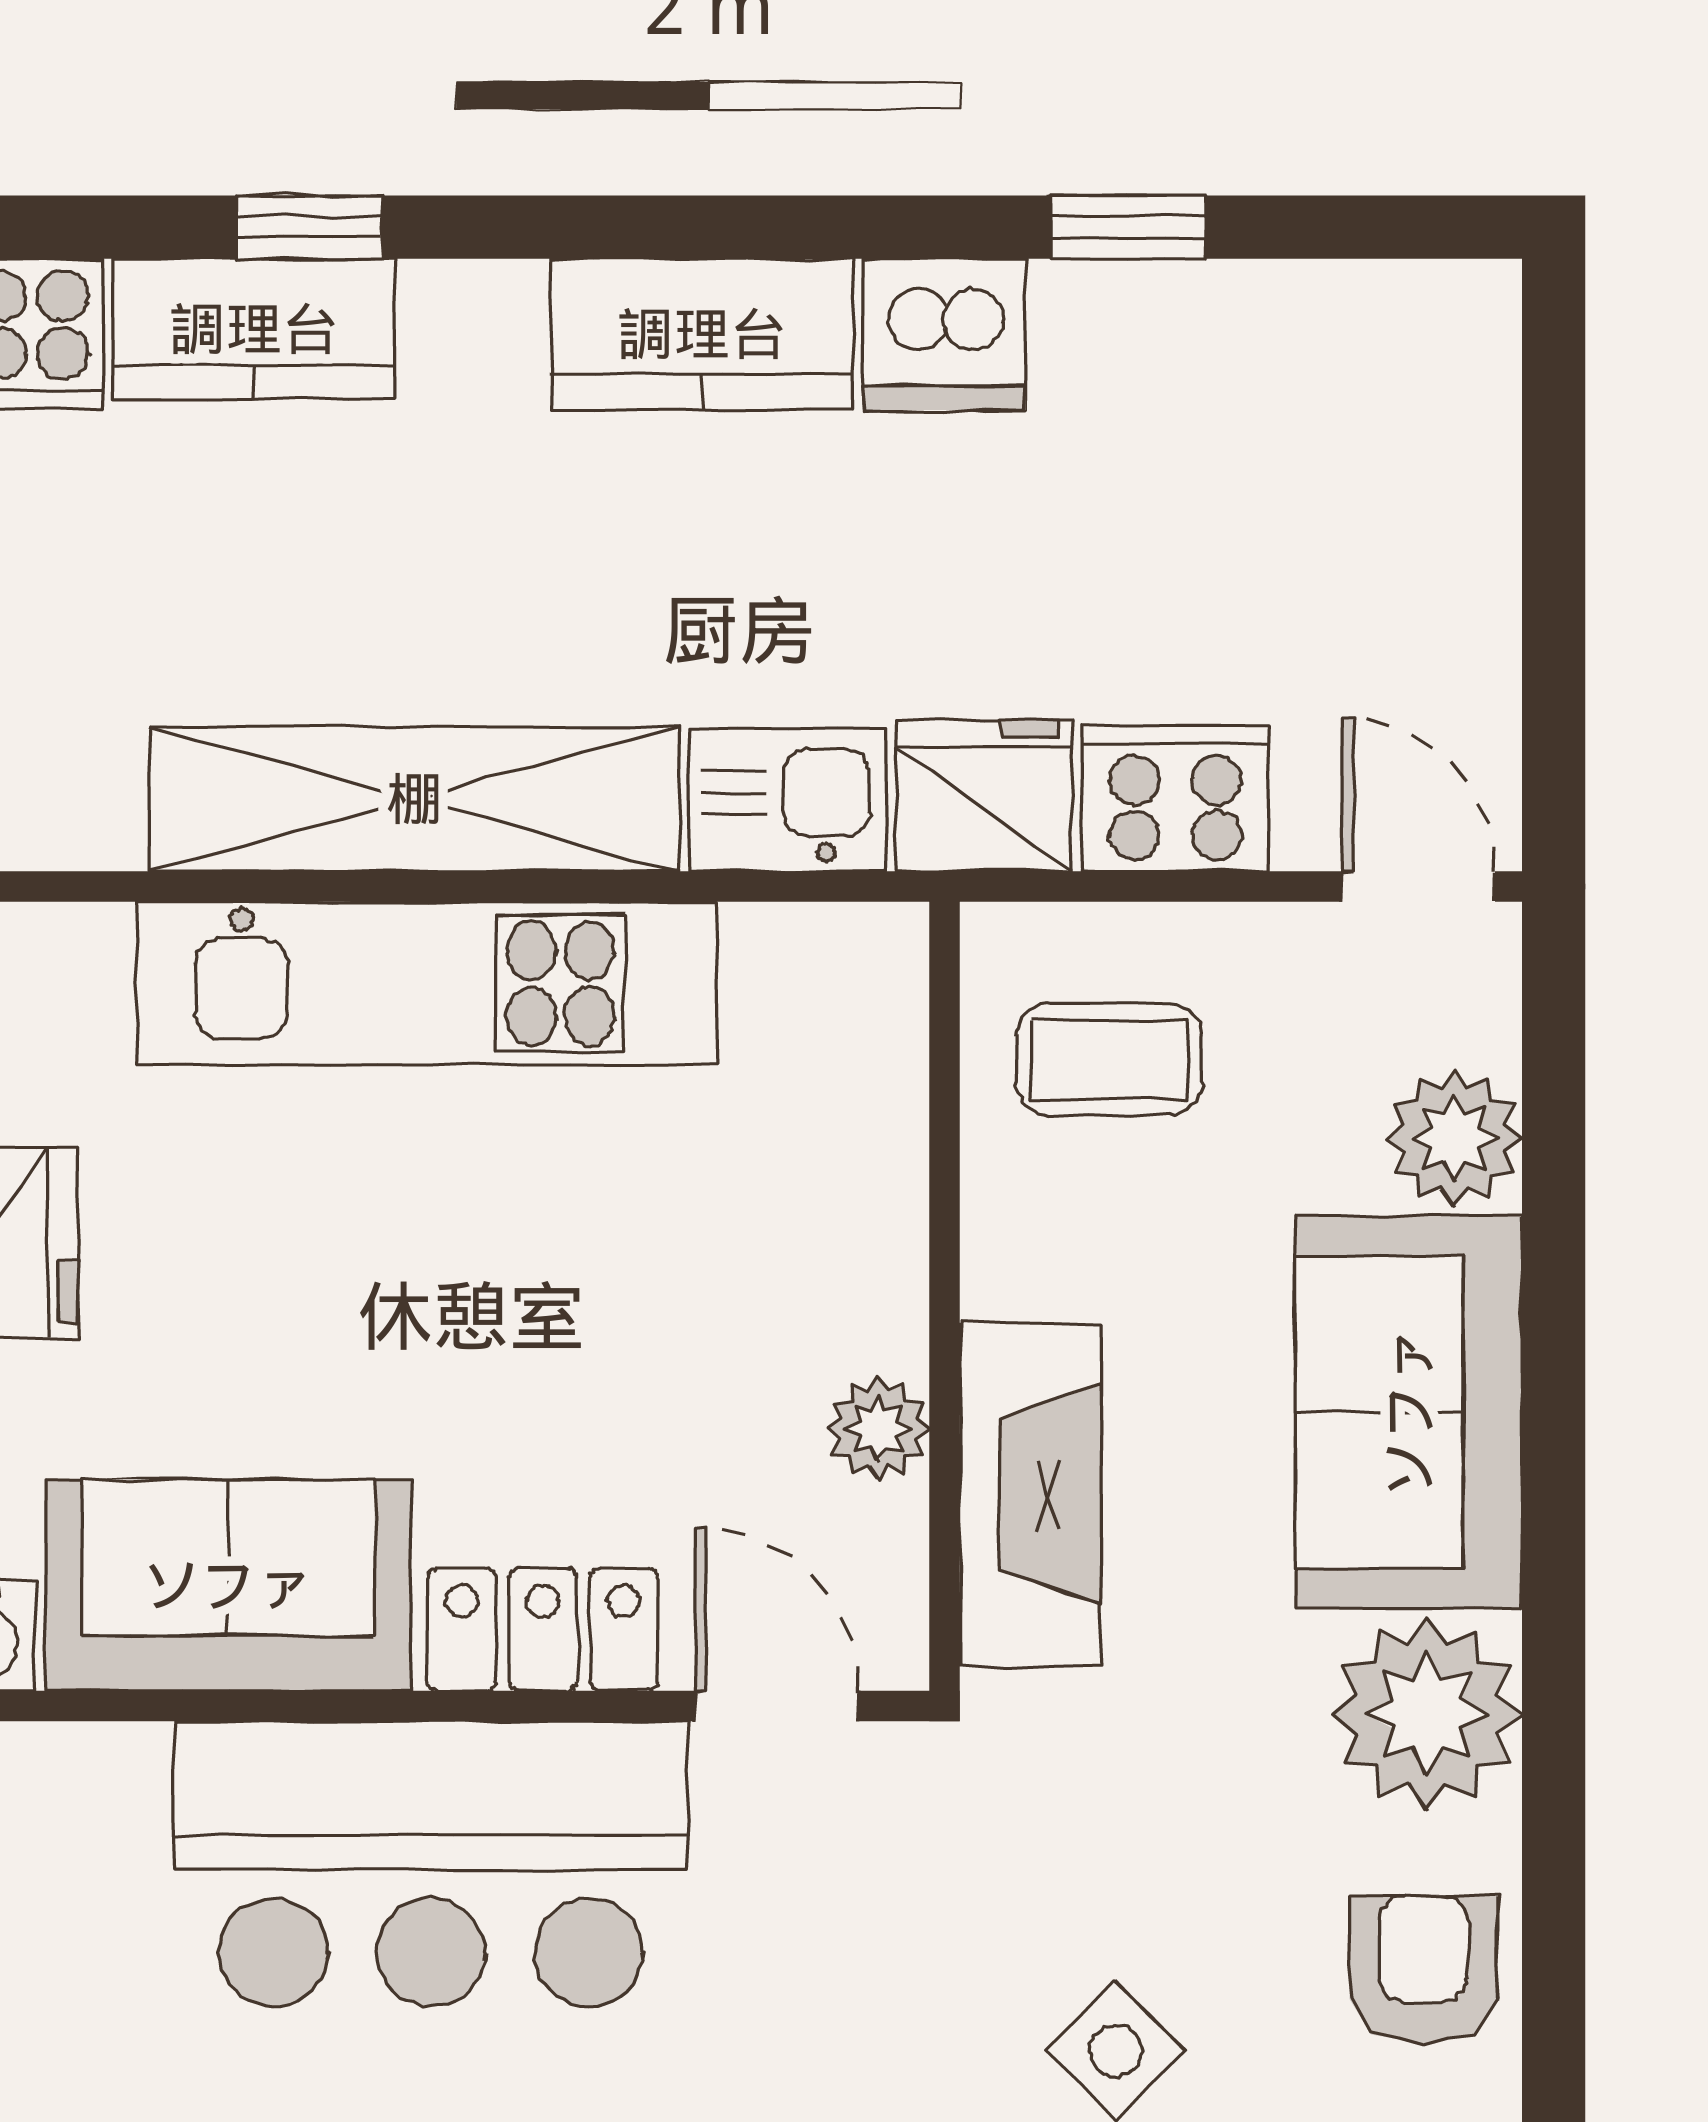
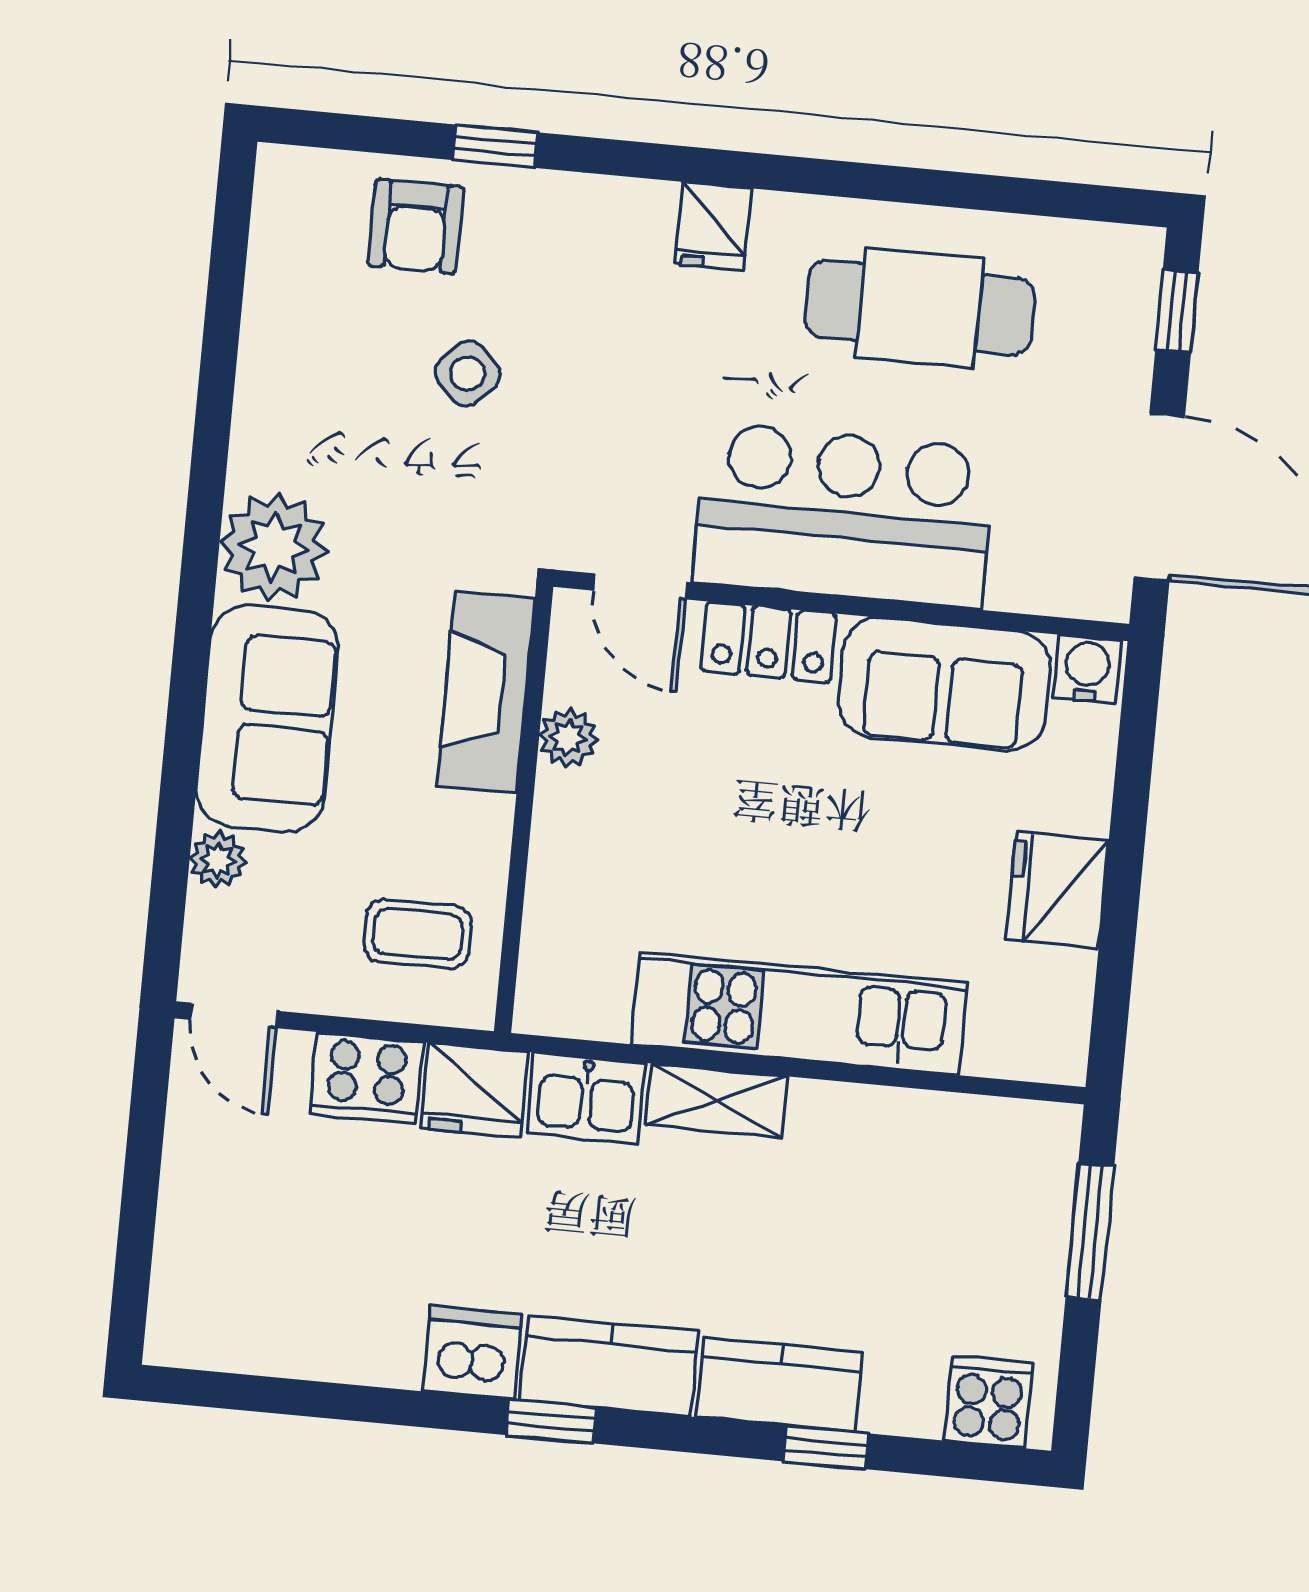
window: (1128, 227) -> (552, 1422), moved
kitchen counter: (254, 329) -> (780, 1385), moved
shelving: (414, 799) -> (716, 1101), width x0.45, depth x0.75
plant: (1454, 1138) -> (218, 860), width x0.73, depth x0.73
armchair: (1423, 1969) -> (289, 403), removed

